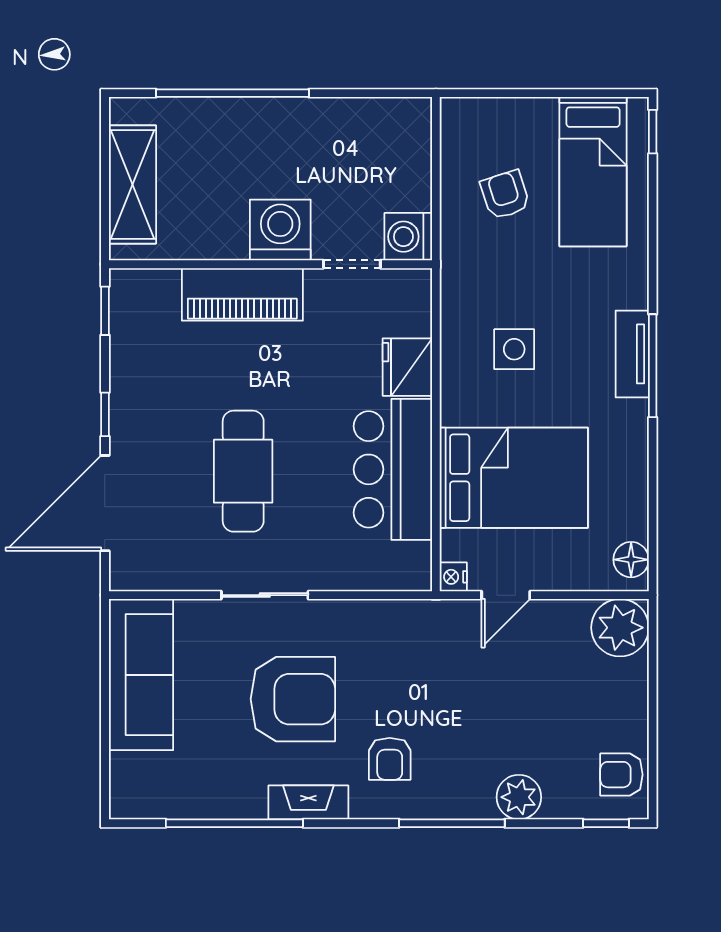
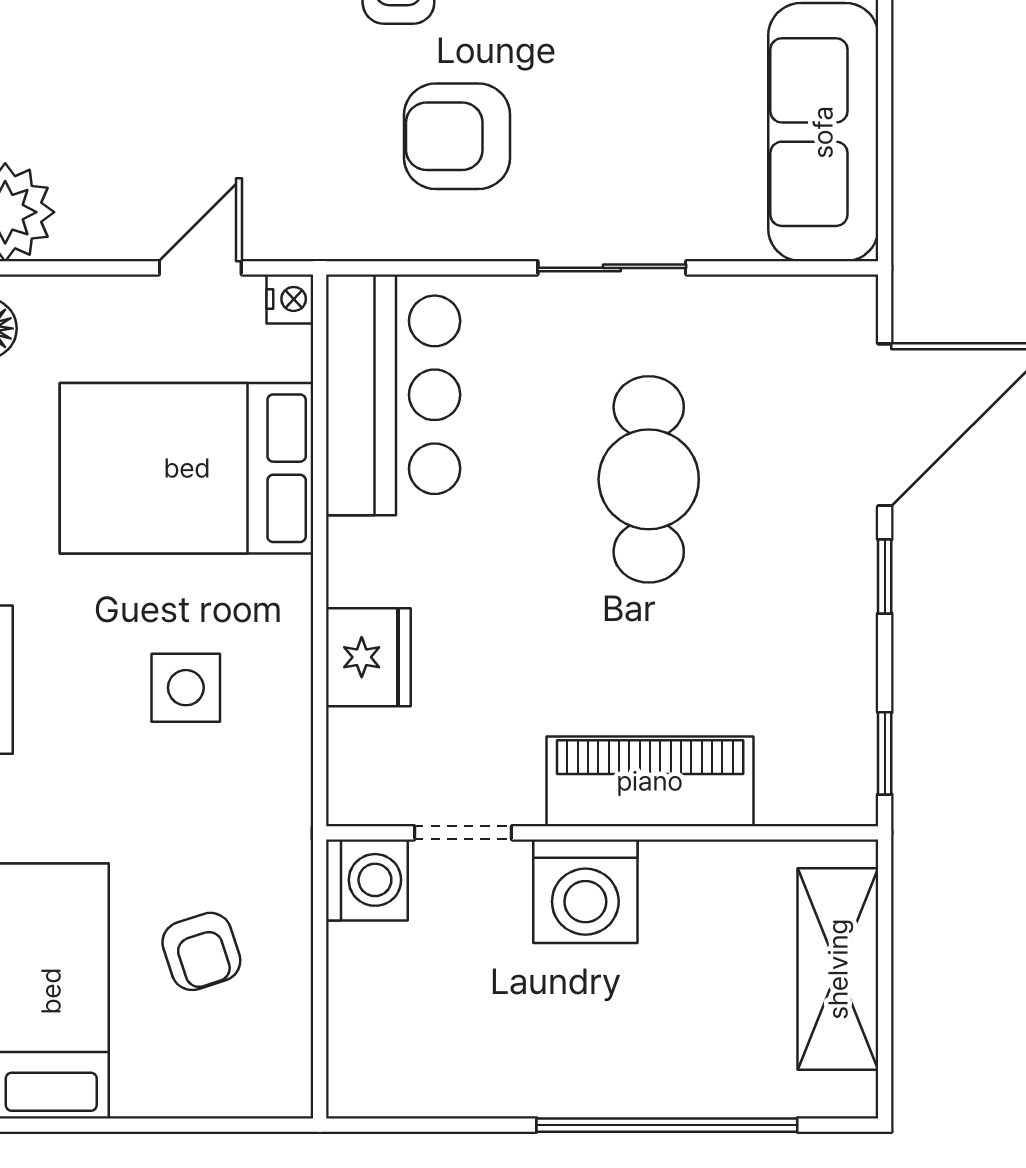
bar counter: (393, 469) -> (393, 395), moved
armchair: (293, 699) -> (457, 136), moved, width x0.73, depth x0.73

